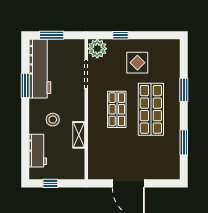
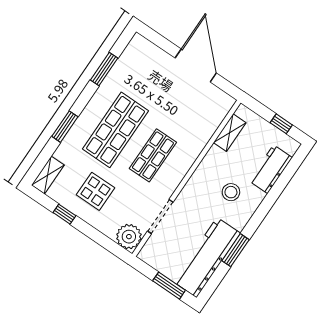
window: (120, 35) -> (64, 214), moved
shelving: (174, 53) -> (48, 175), added
shelving: (79, 135) -> (230, 133), moved

